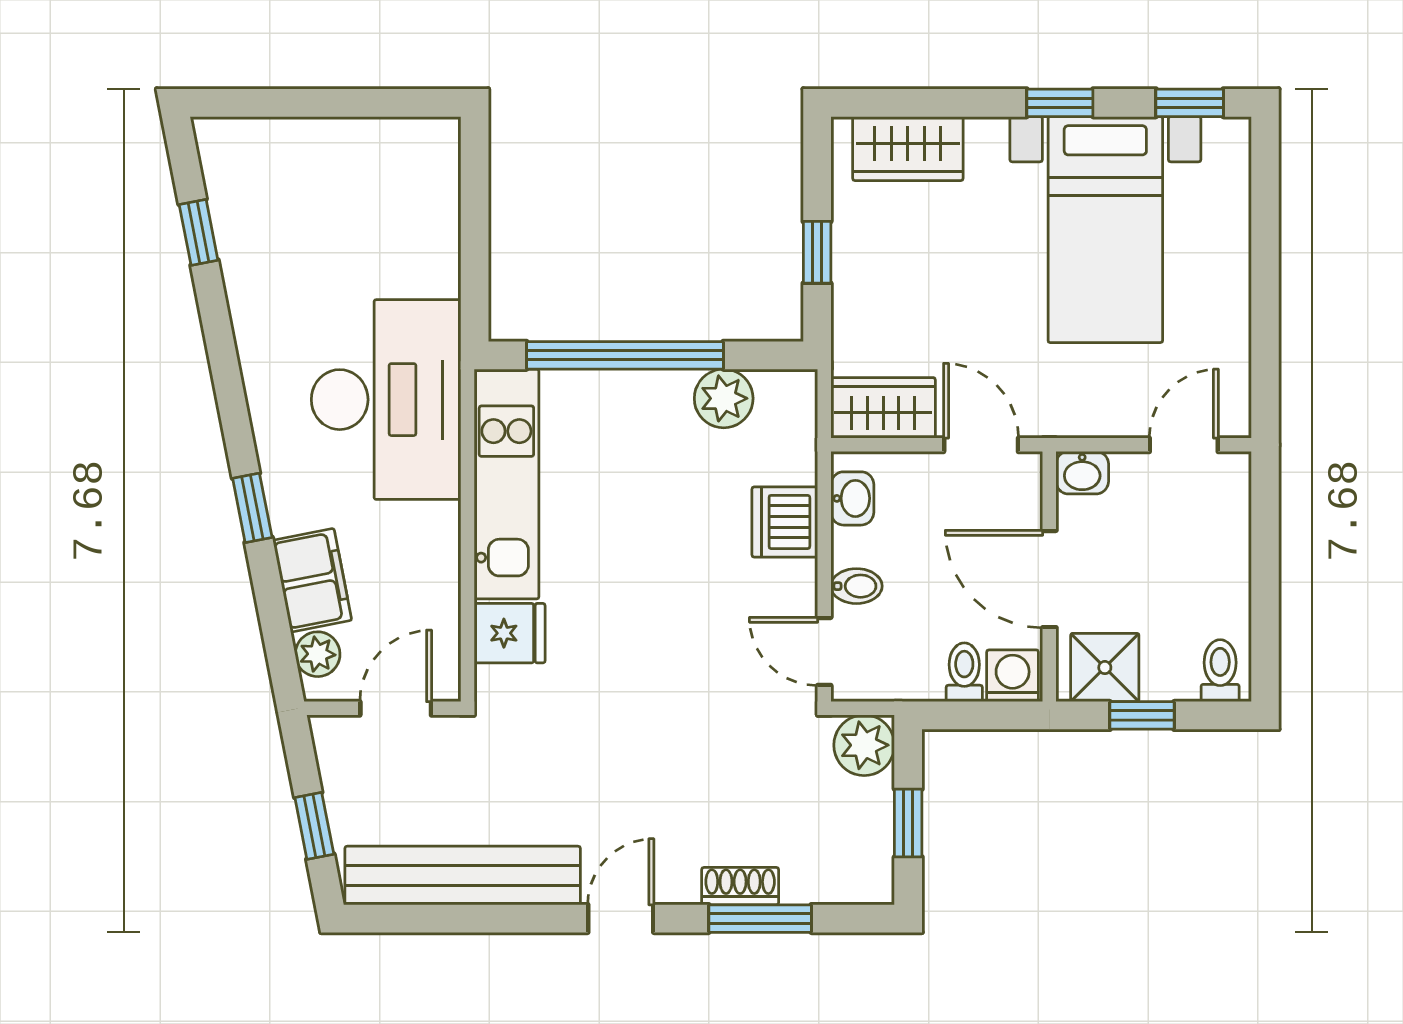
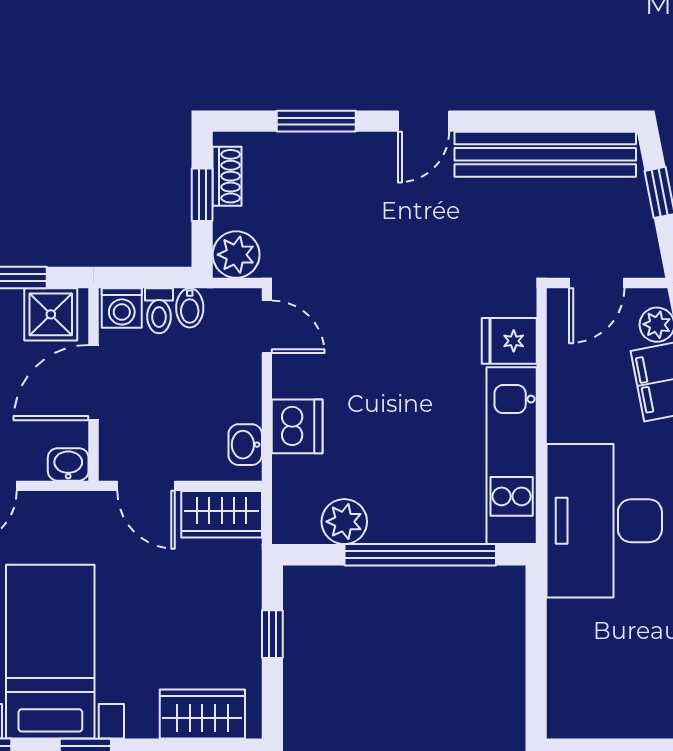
door: (1049, 579) -> (94, 383), swing flipped
bidet: (856, 586) -> (190, 308), moved, turned -90
shoe rack: (740, 886) -> (227, 176), moved, turned -90

